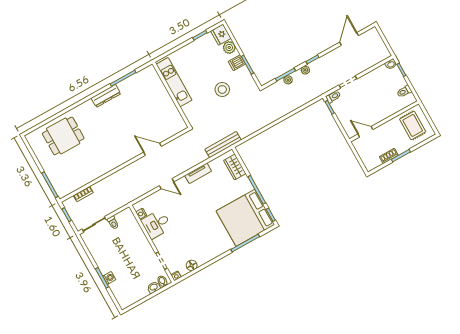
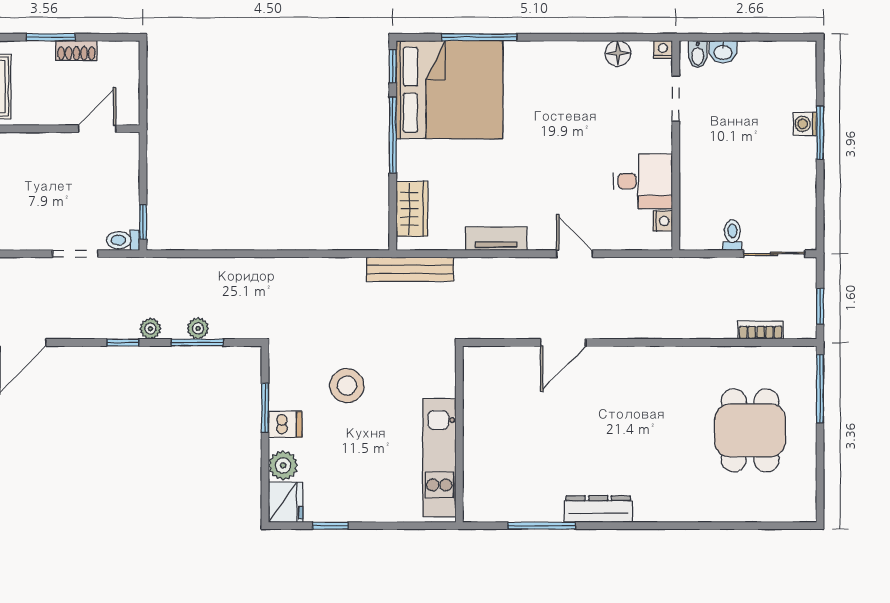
door: (365, 132) -> (97, 129), swing flipped
dining table: (63, 136) -> (750, 430), moved, turned 90
door: (153, 149) -> (563, 343), hinge flipped

